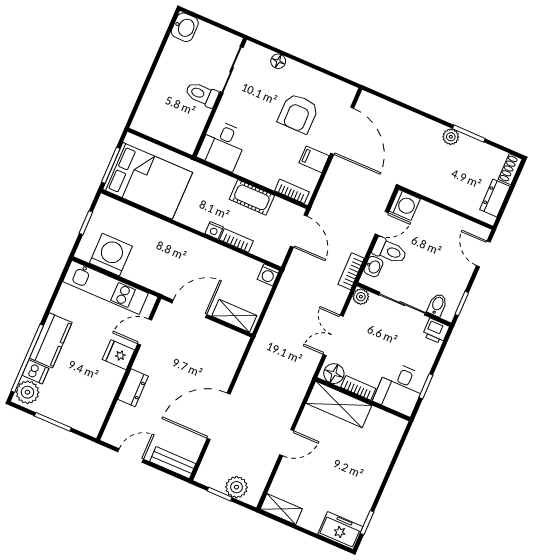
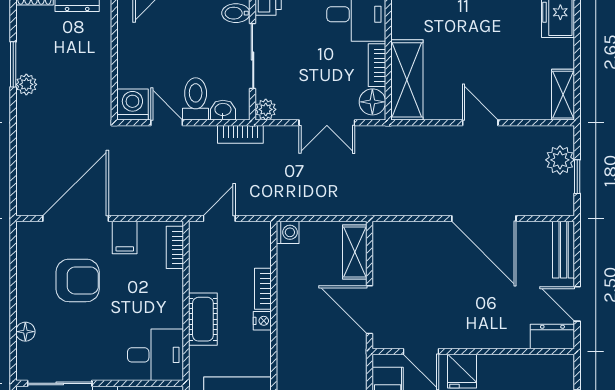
cot: (252, 197) -> (203, 319), moved
door: (299, 231) -> (219, 218), width x0.73
dresser: (133, 388) -> (552, 336), moved

